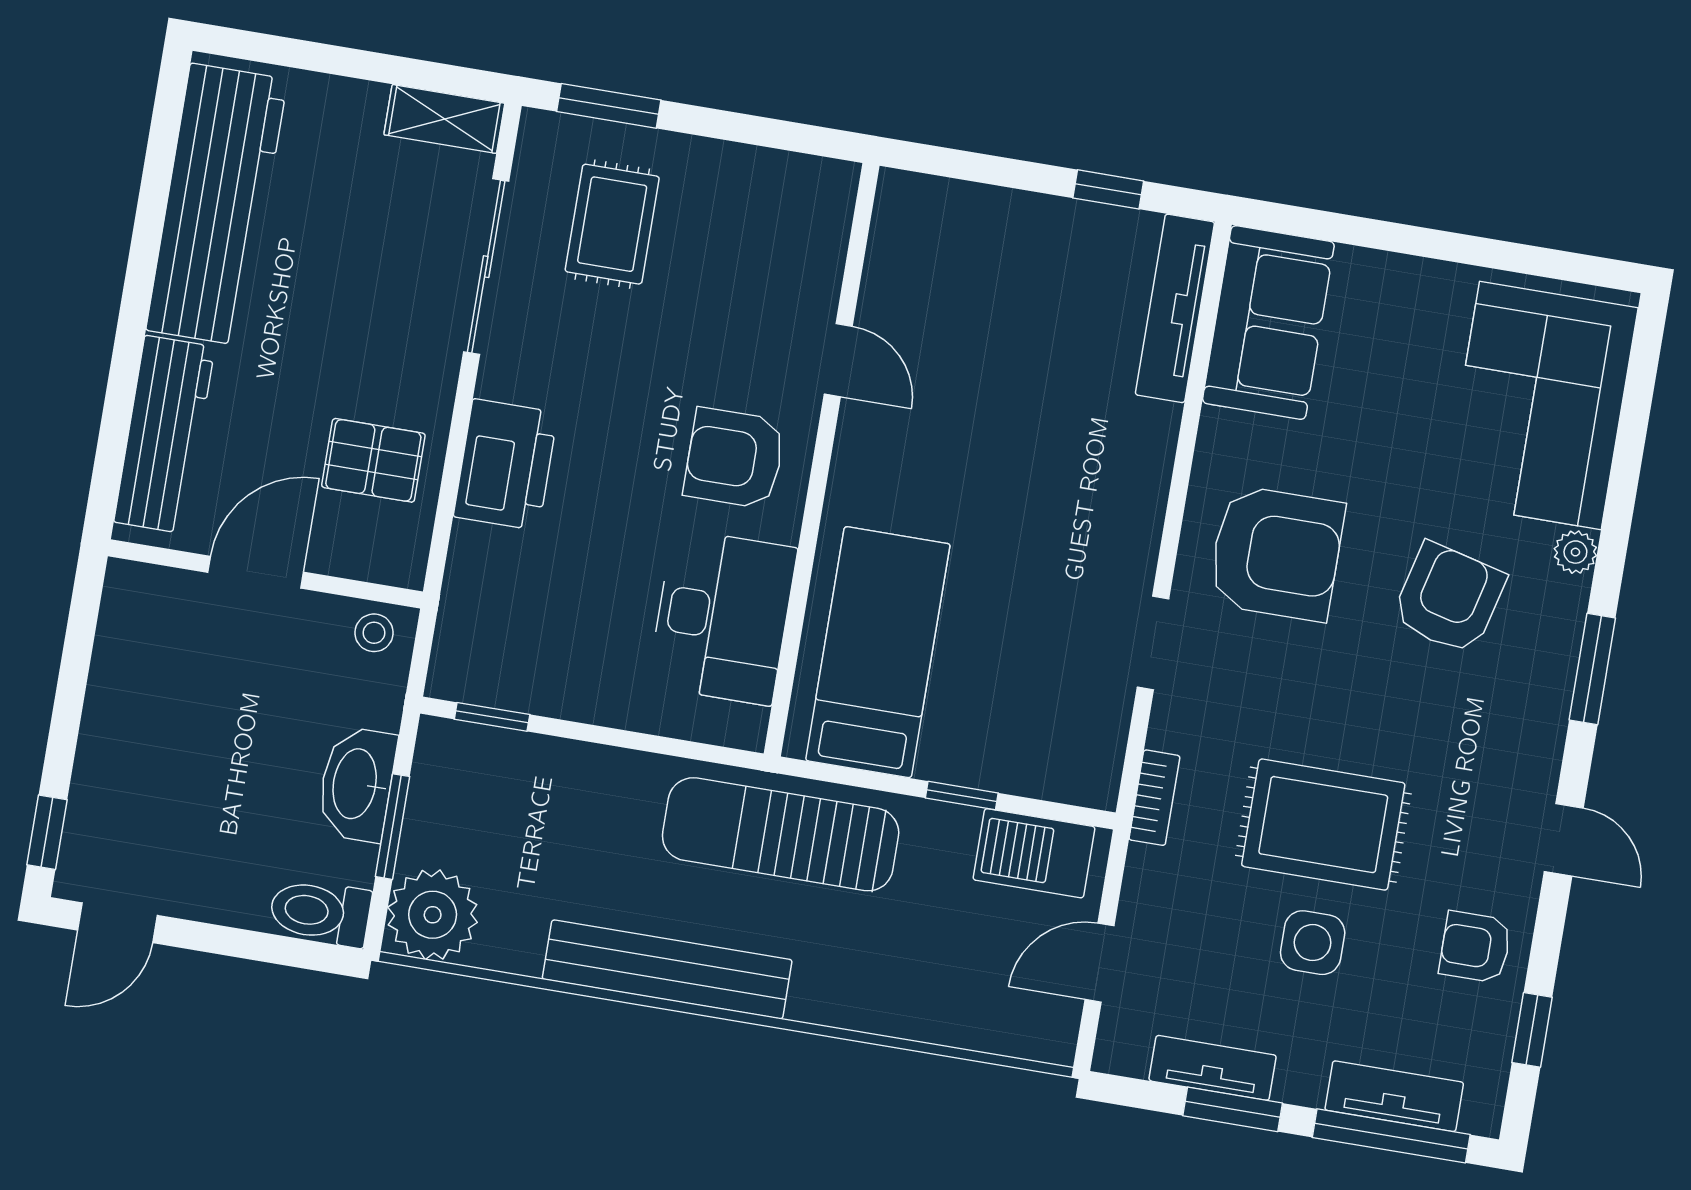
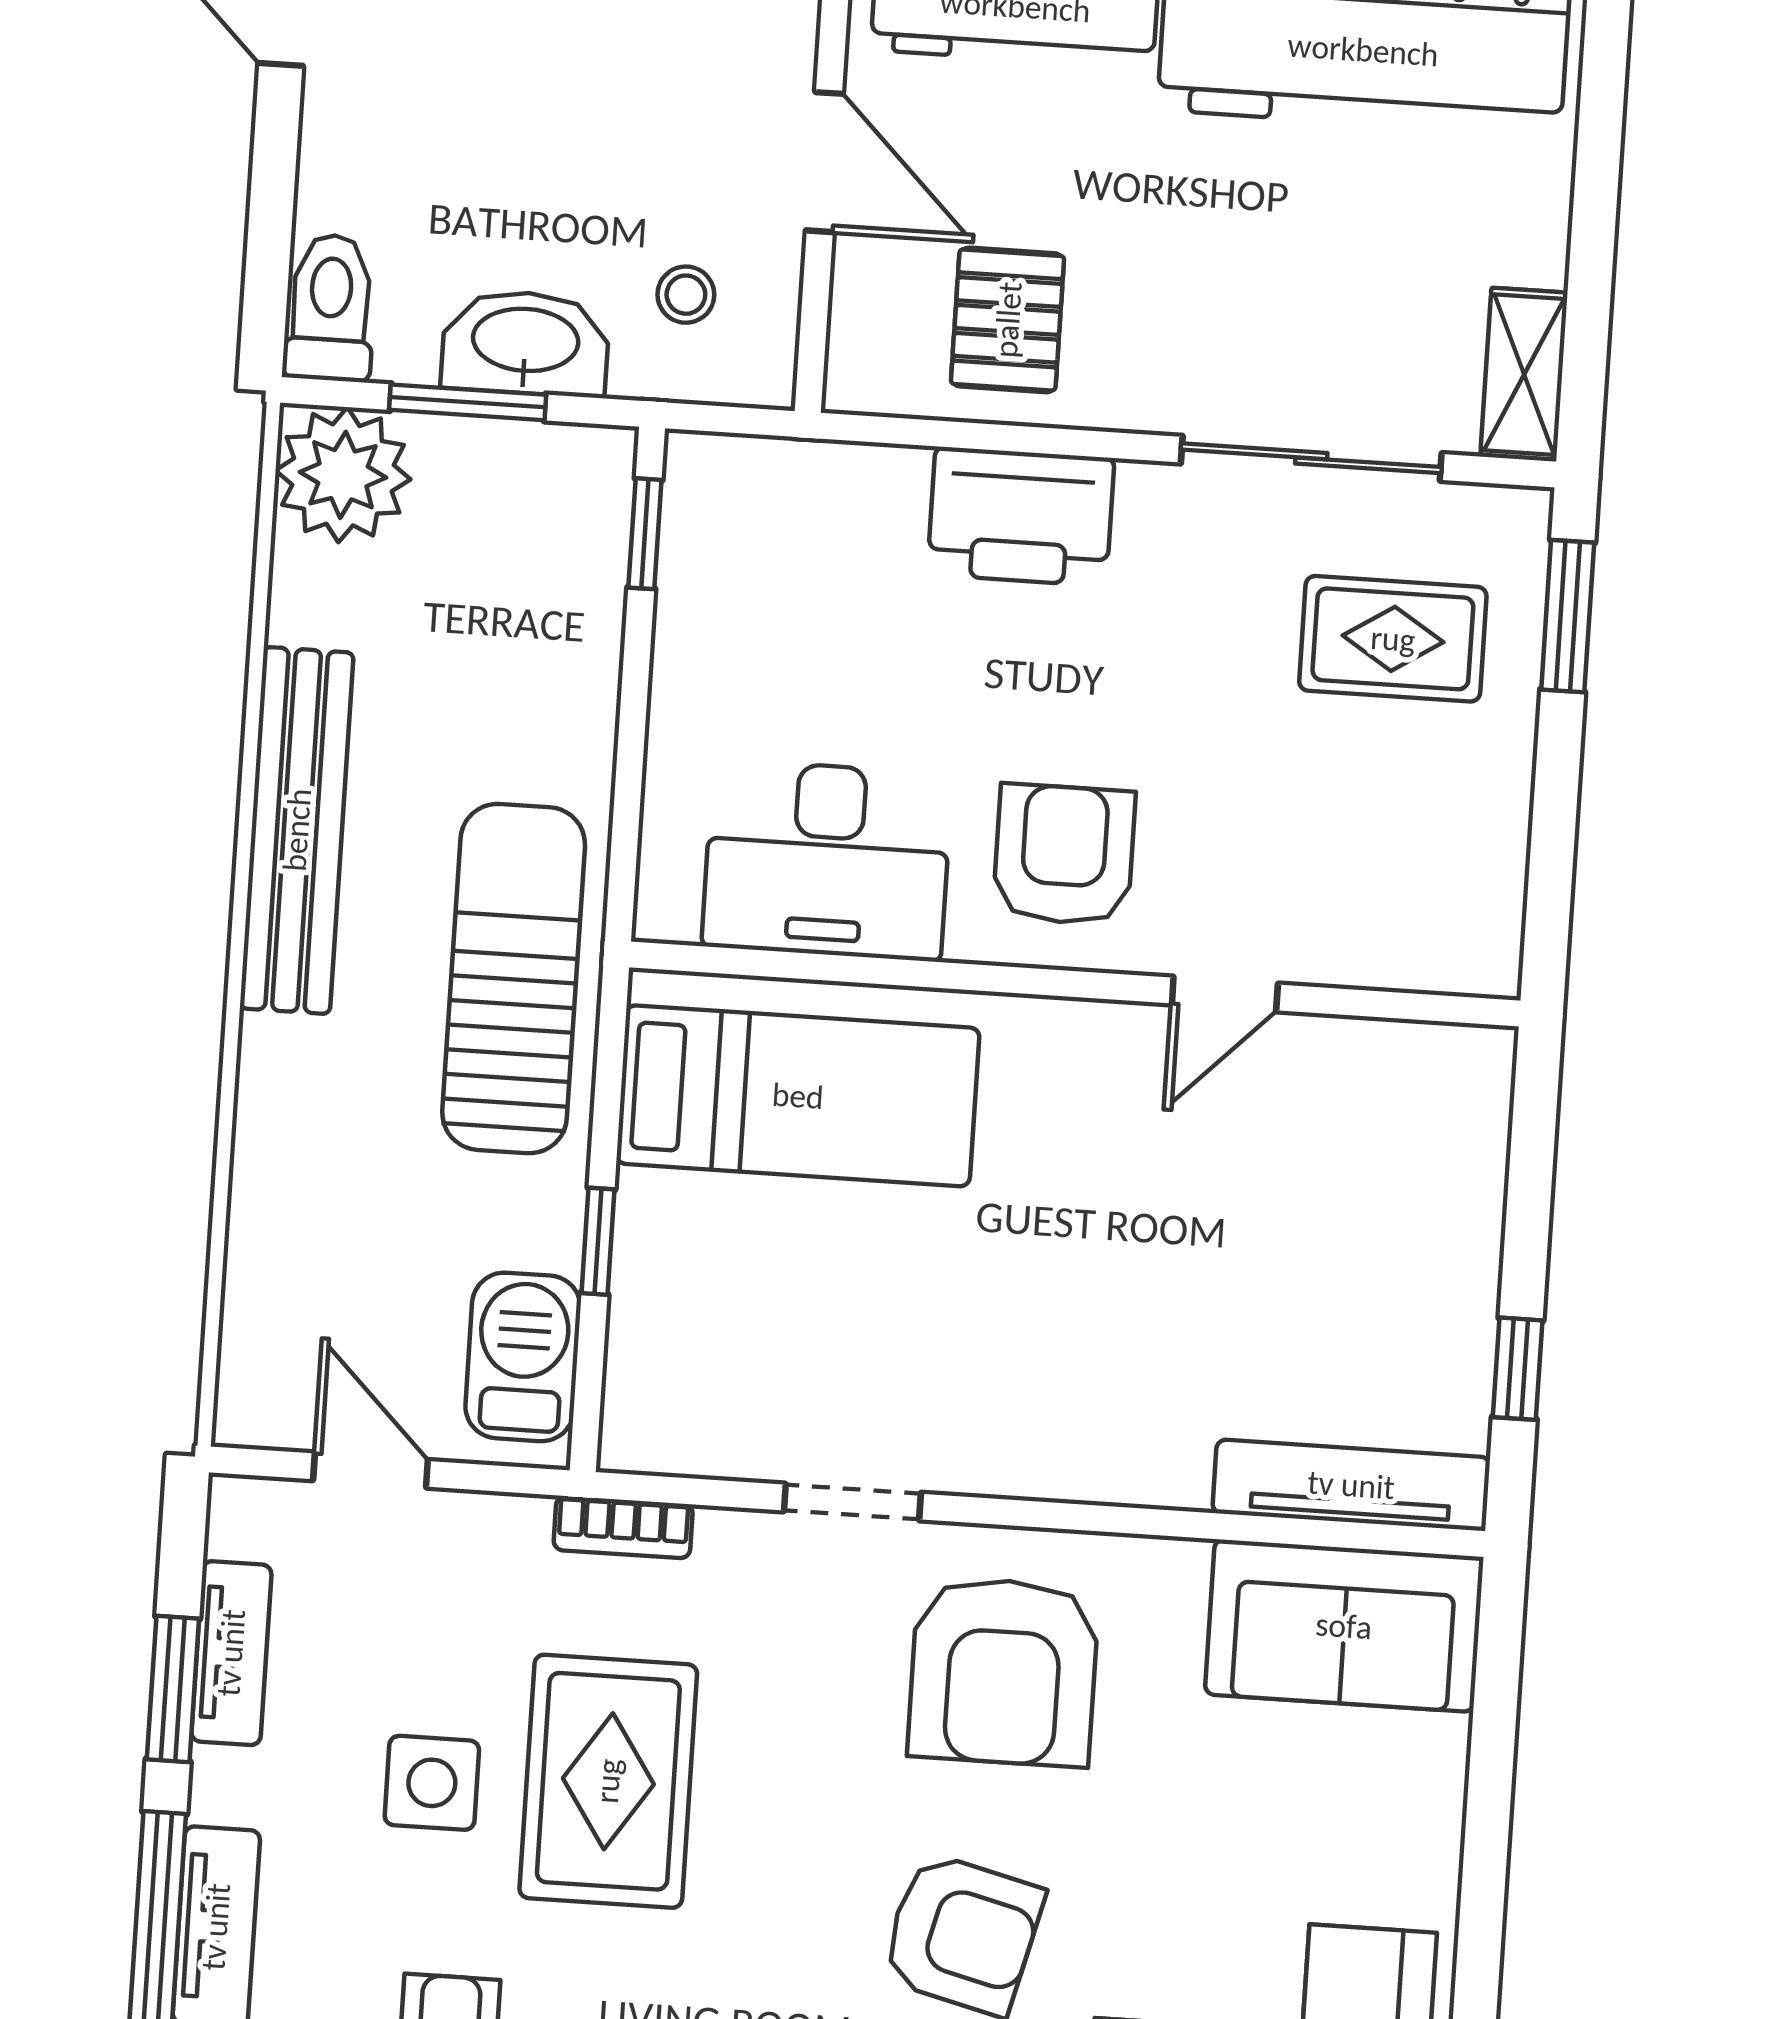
stool: (374, 633) -> (686, 295), moved

